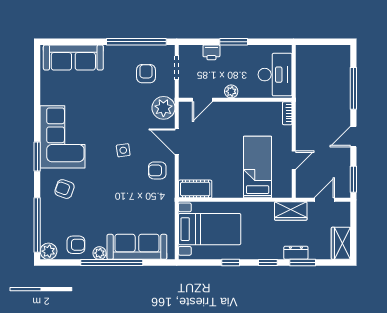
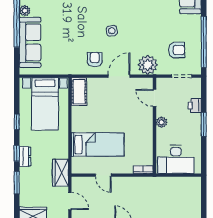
dresser: (296, 253) -> (25, 157), moved

